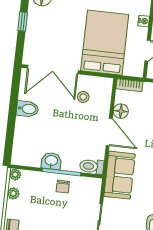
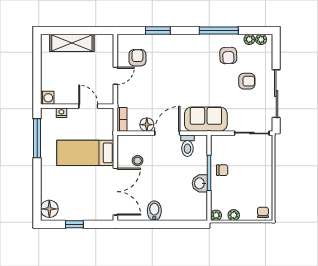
bed: (105, 43) -> (85, 153), width x0.67
toilet: (92, 166) -> (187, 146), moved

